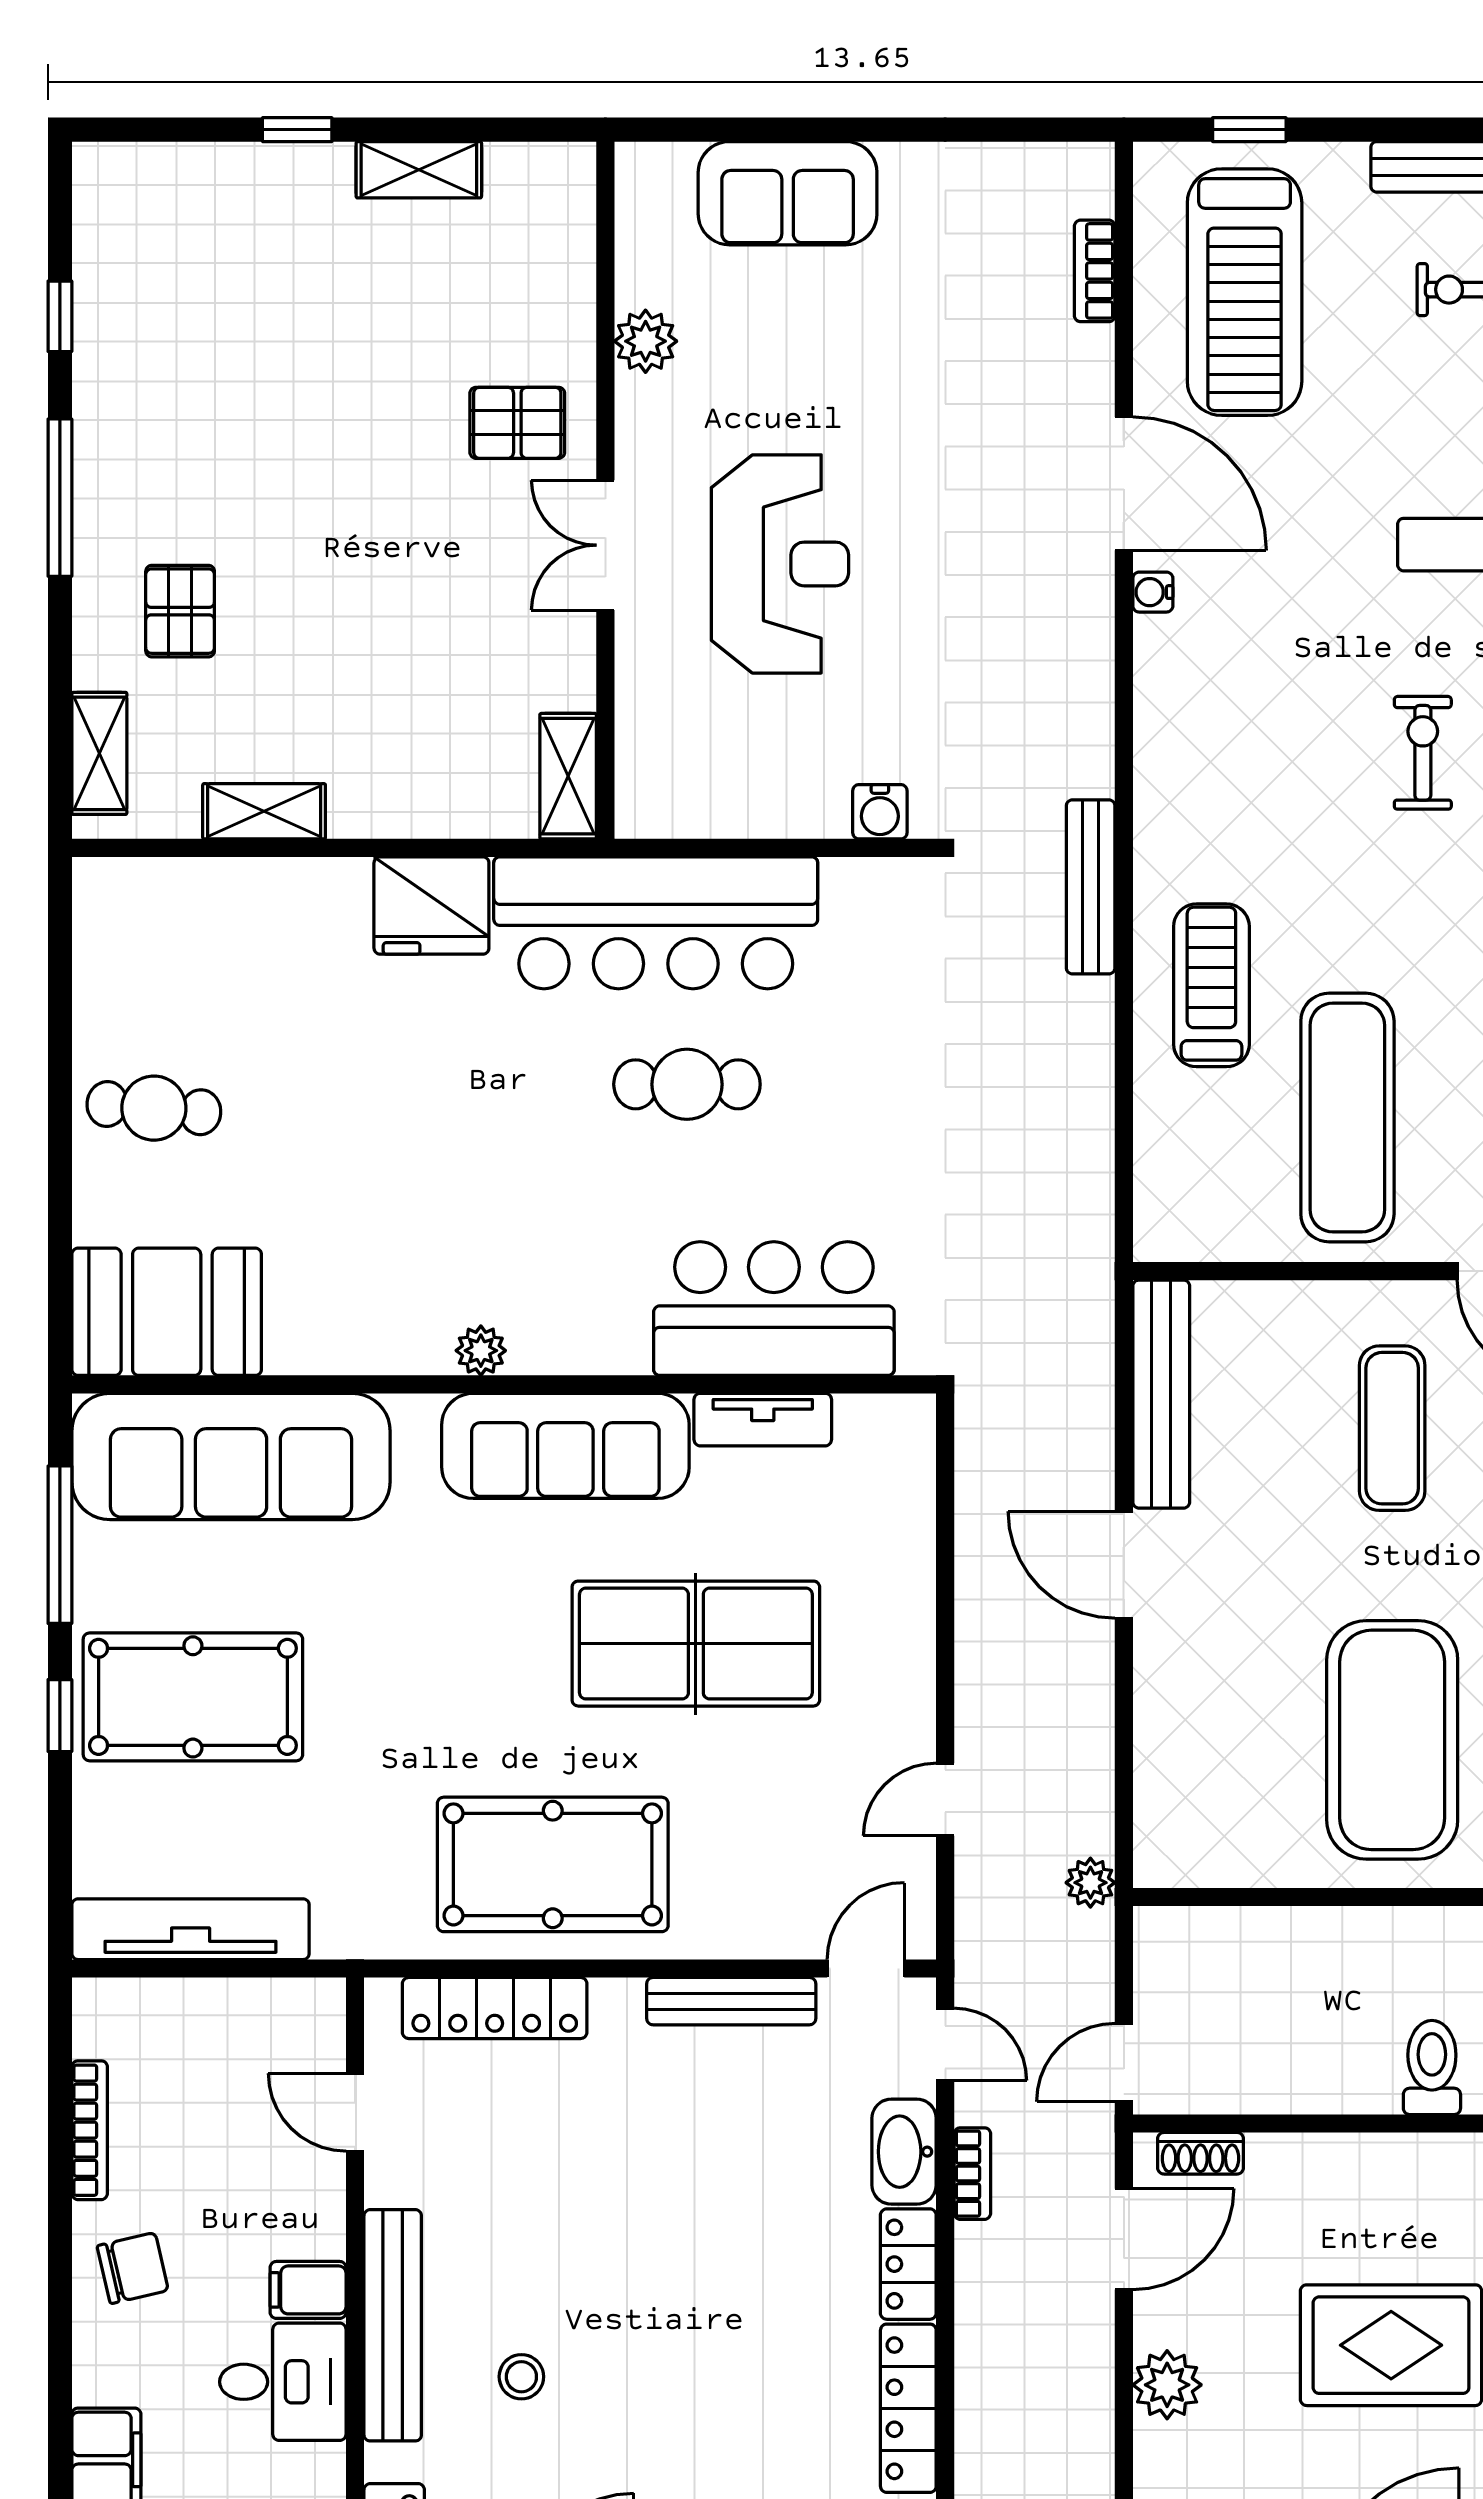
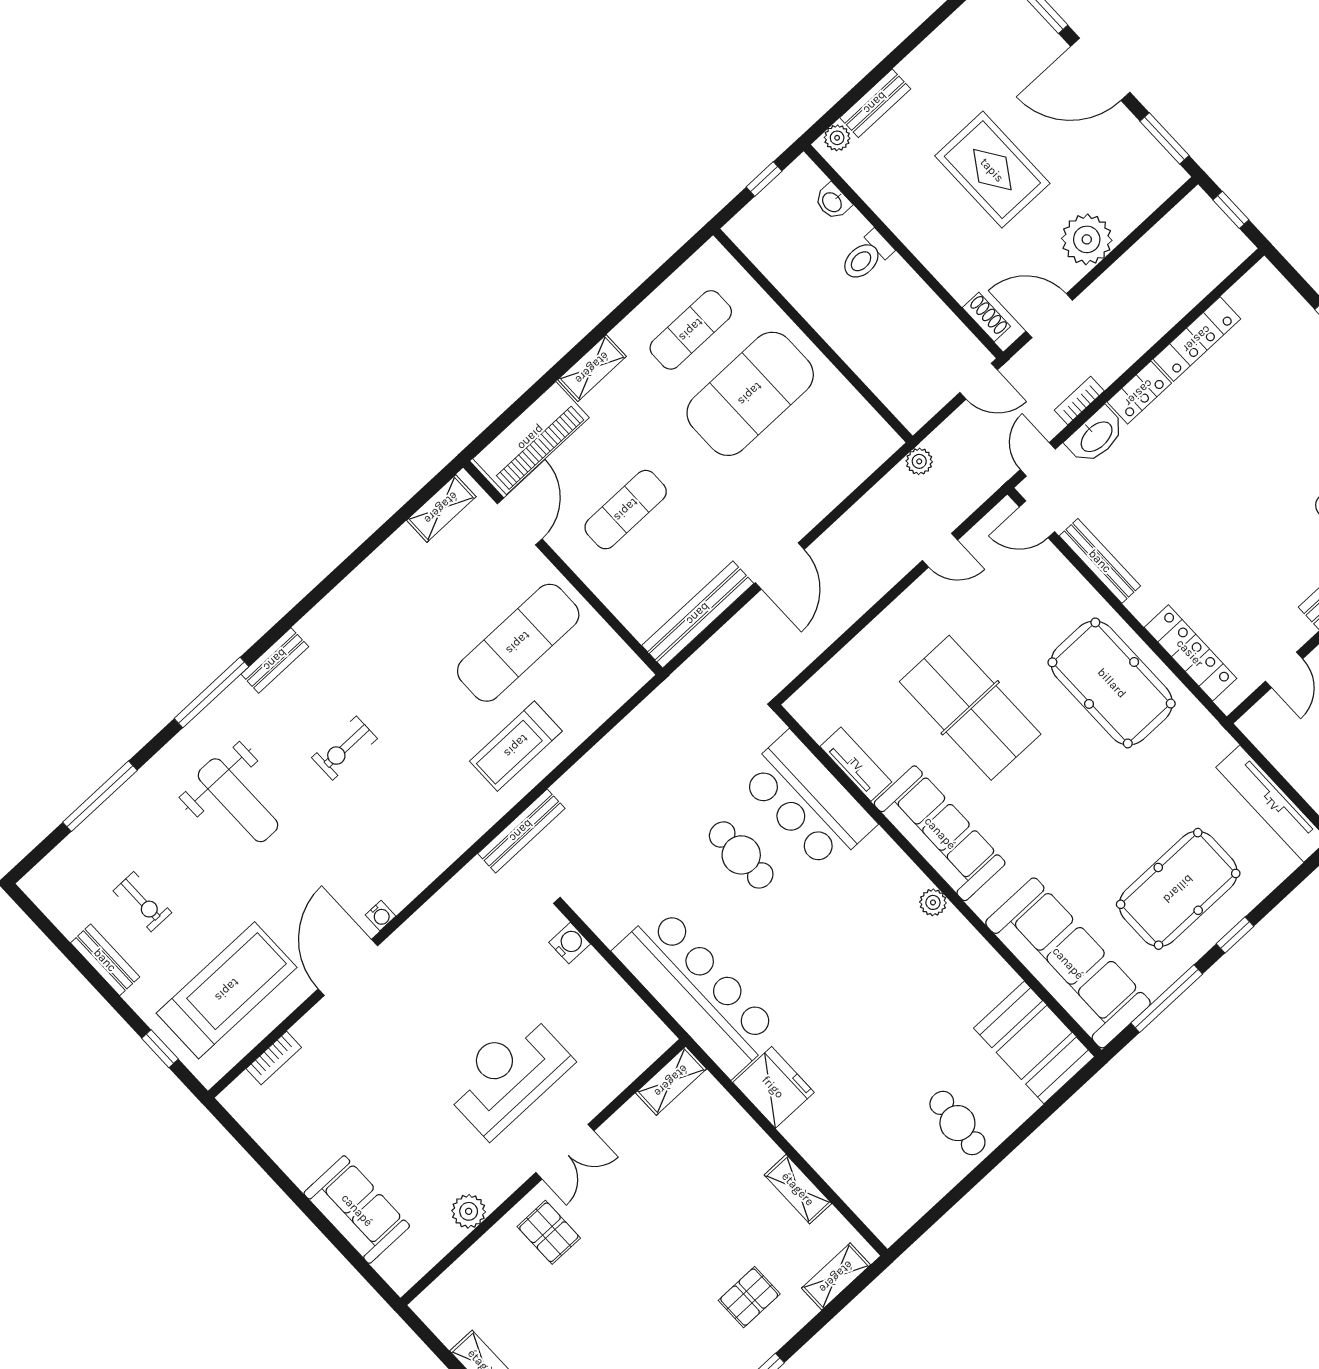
cafe table: (687, 1084) -> (741, 855), moved
pool table: (193, 1697) -> (1178, 889), turned 90
plant: (1167, 2385) -> (1087, 239), width x1.36, depth x1.36

